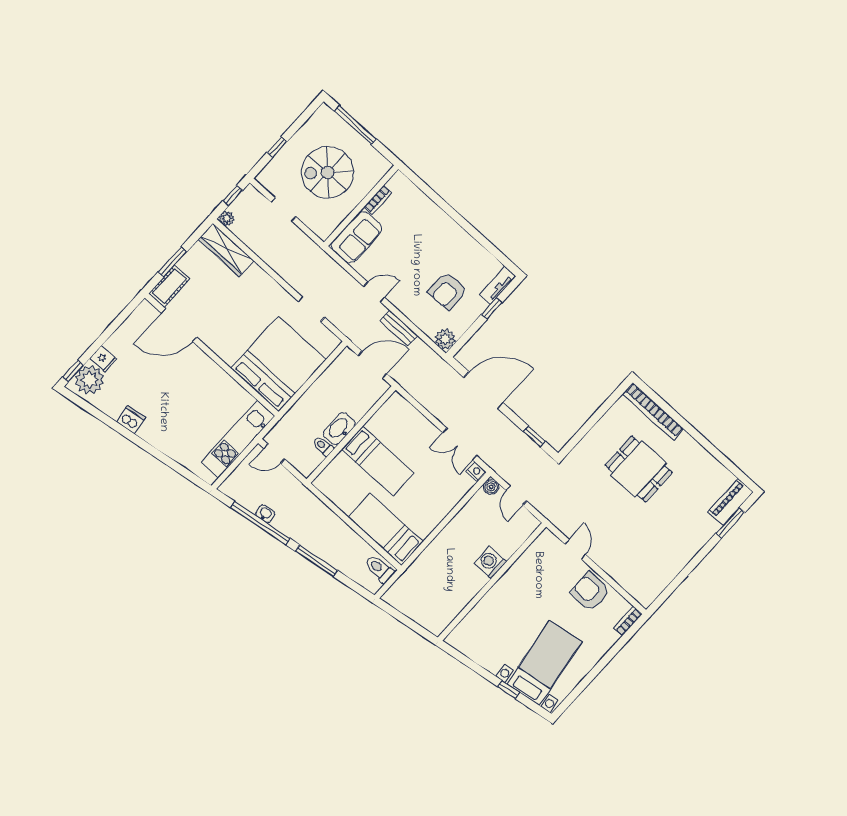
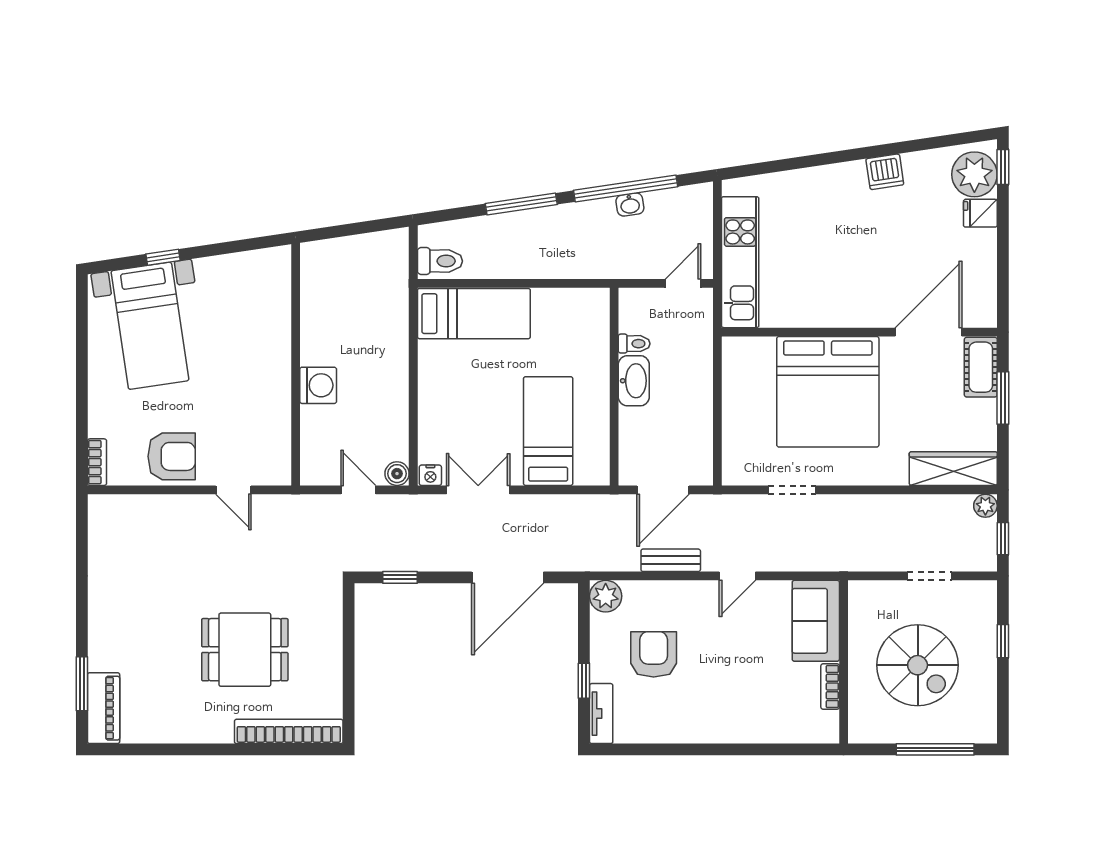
spiral stairs: (327, 172) -> (918, 665), turned 90
bed: (278, 364) -> (828, 392), moved
bed: (378, 461) -> (548, 431), moved, turned 90

